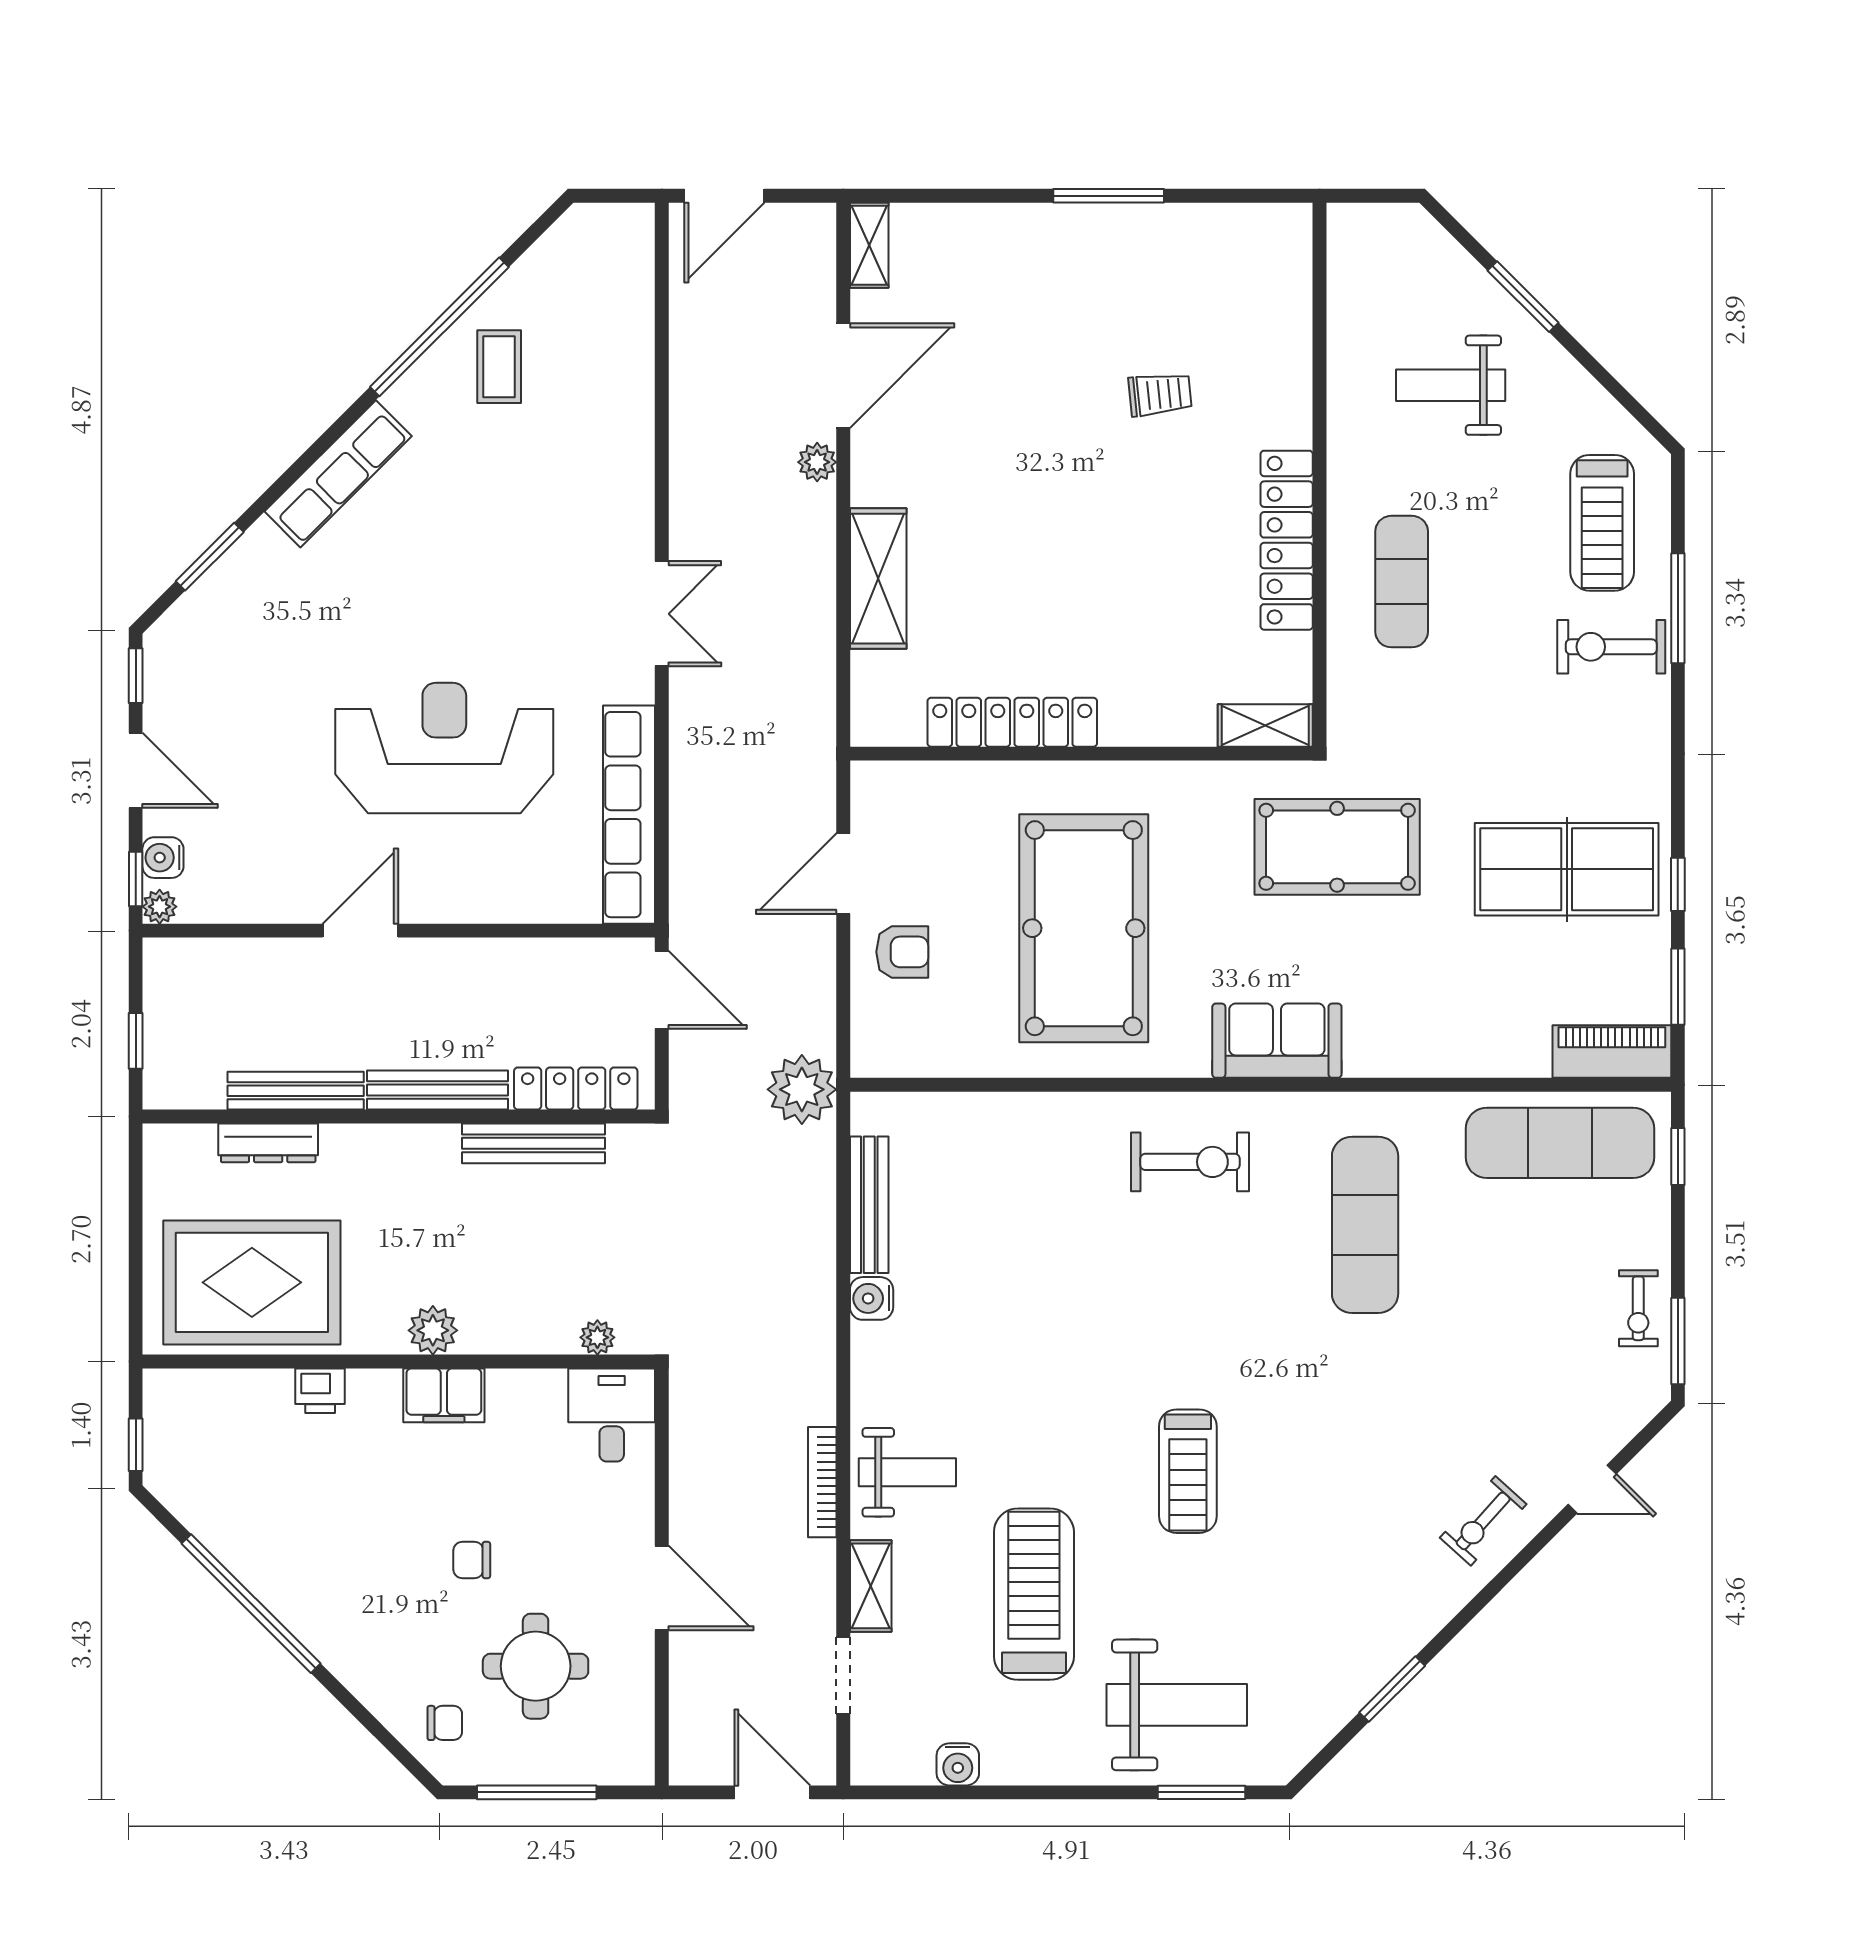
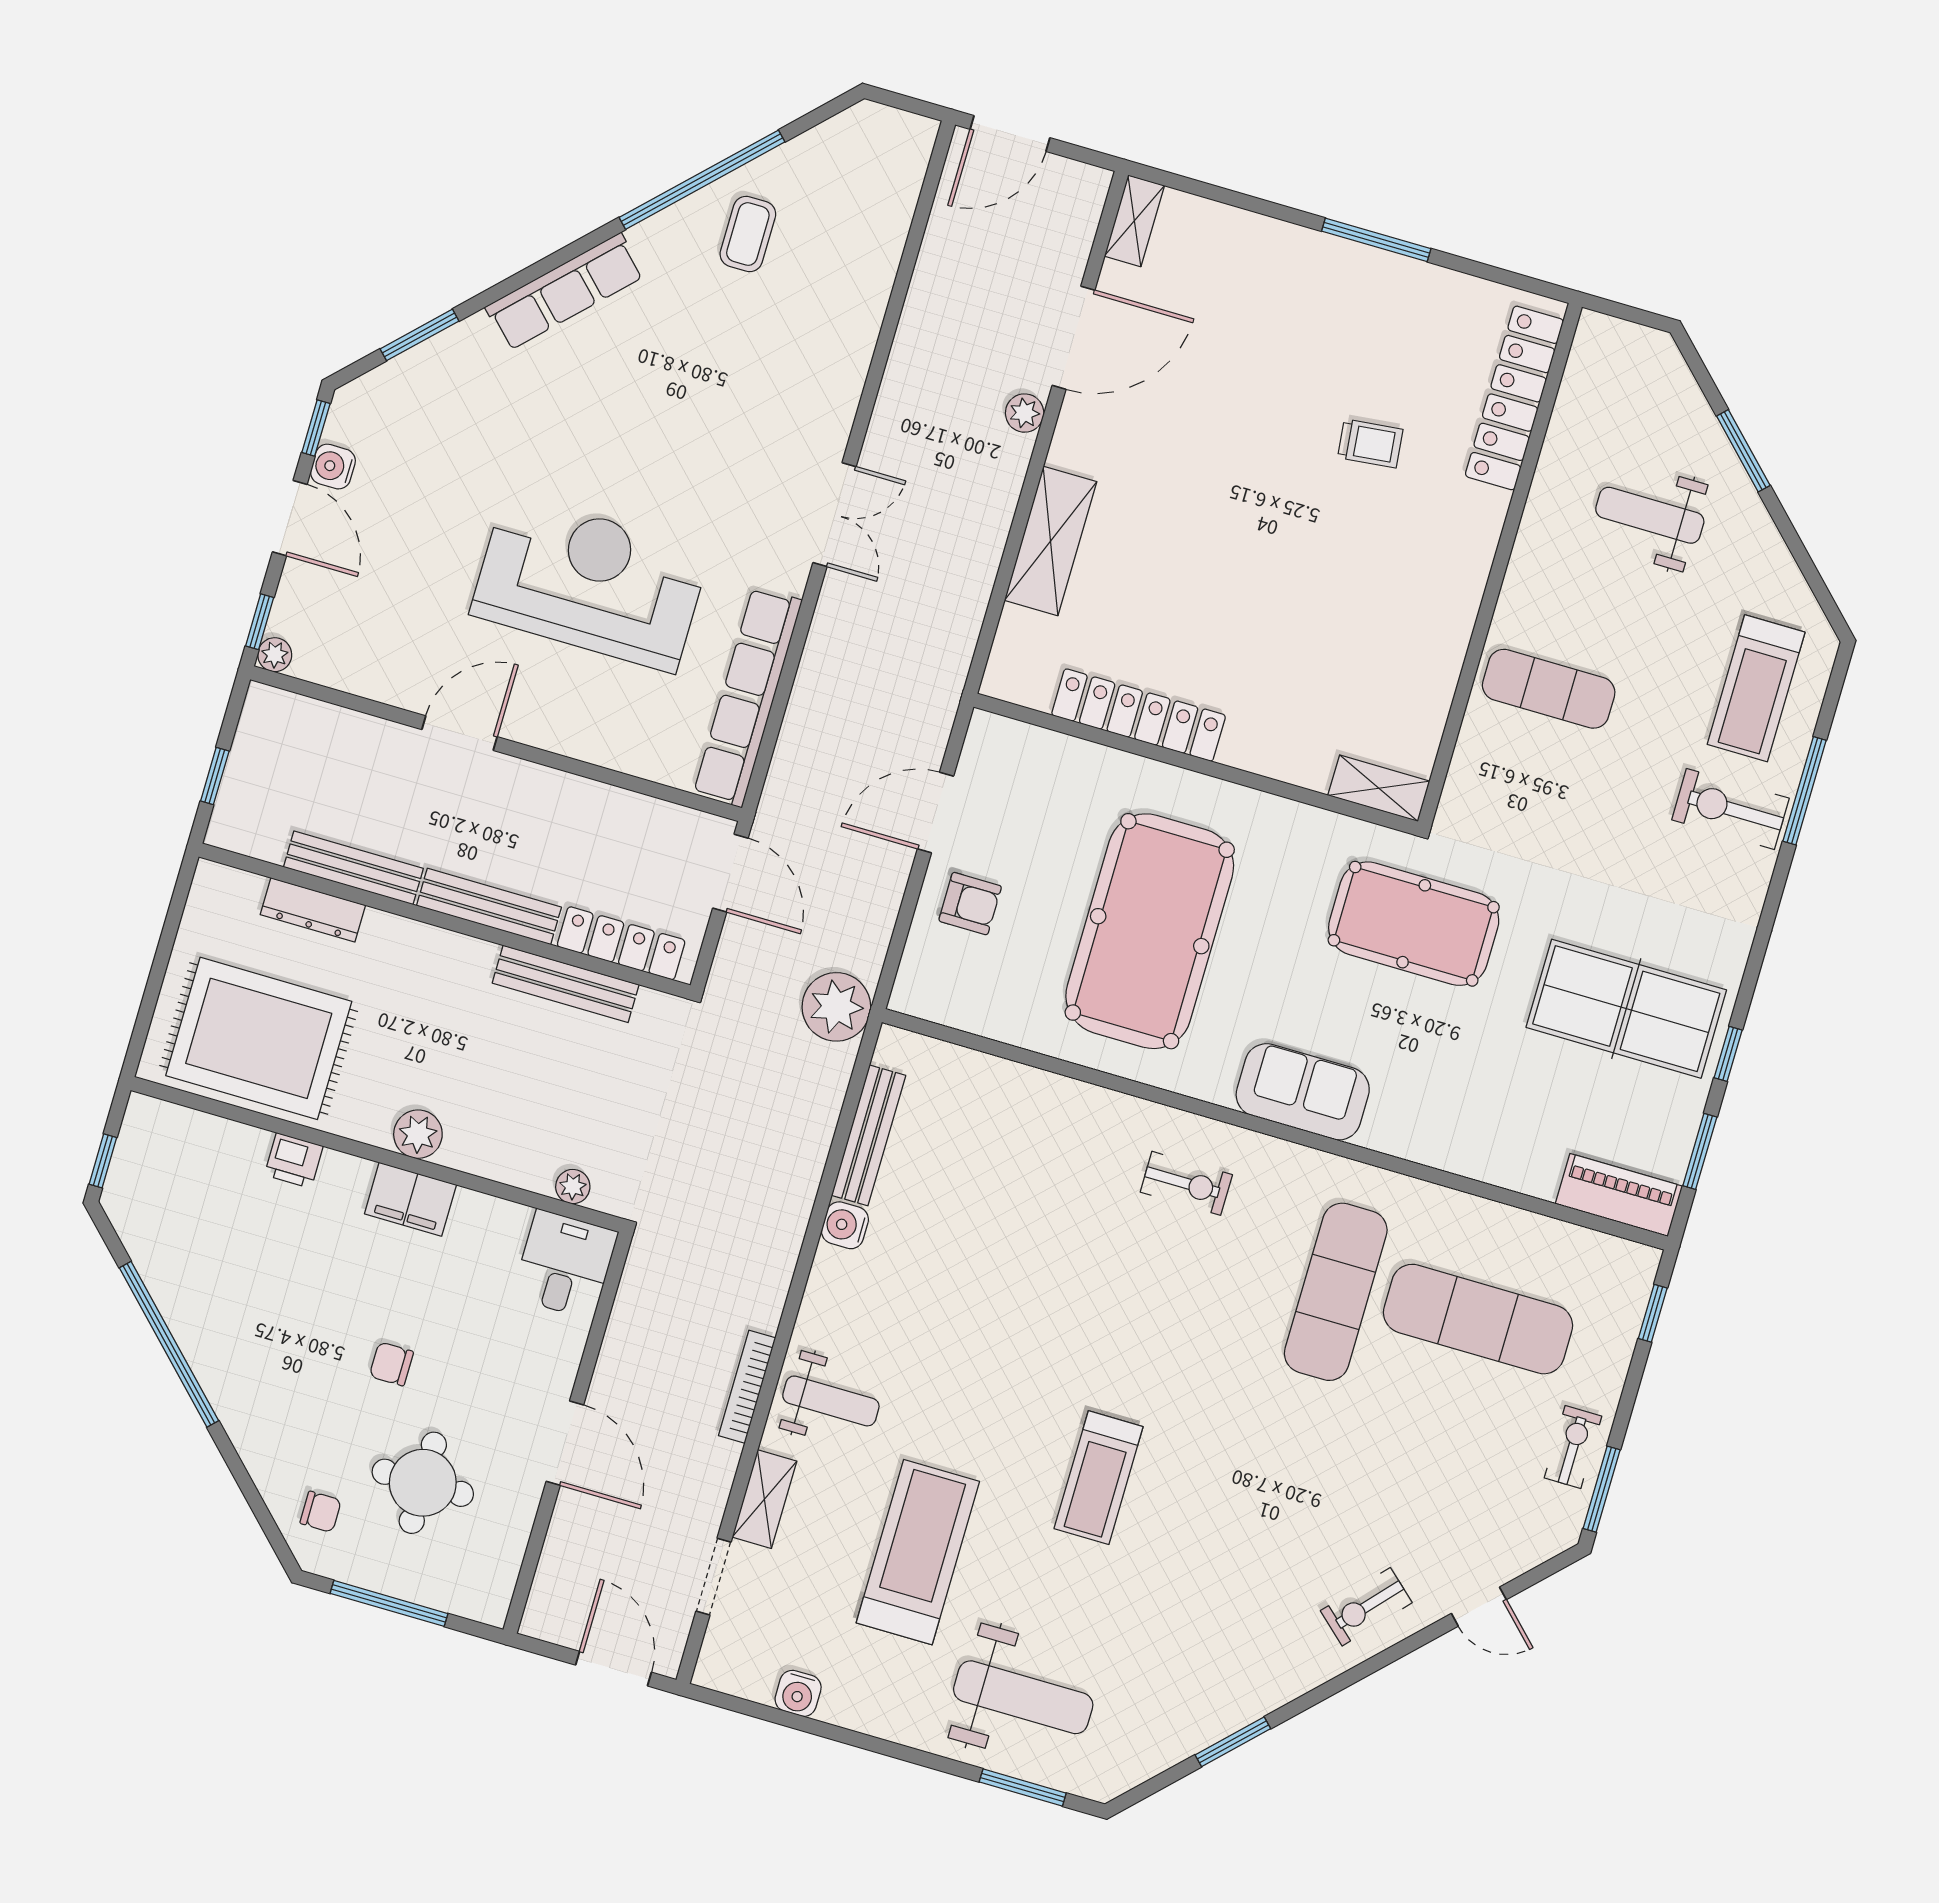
locker: (1287, 540) -> (1514, 398), moved
exercise mat: (1402, 582) -> (1549, 689), turned 90
water cooler: (163, 858) -> (333, 467), moved
exercise mat: (1560, 1143) -> (1478, 1319), moved
exercise bike: (1190, 1162) -> (1186, 1183), width x0.73, depth x0.72
exercise bike: (1638, 1308) -> (1573, 1447), turned 180

